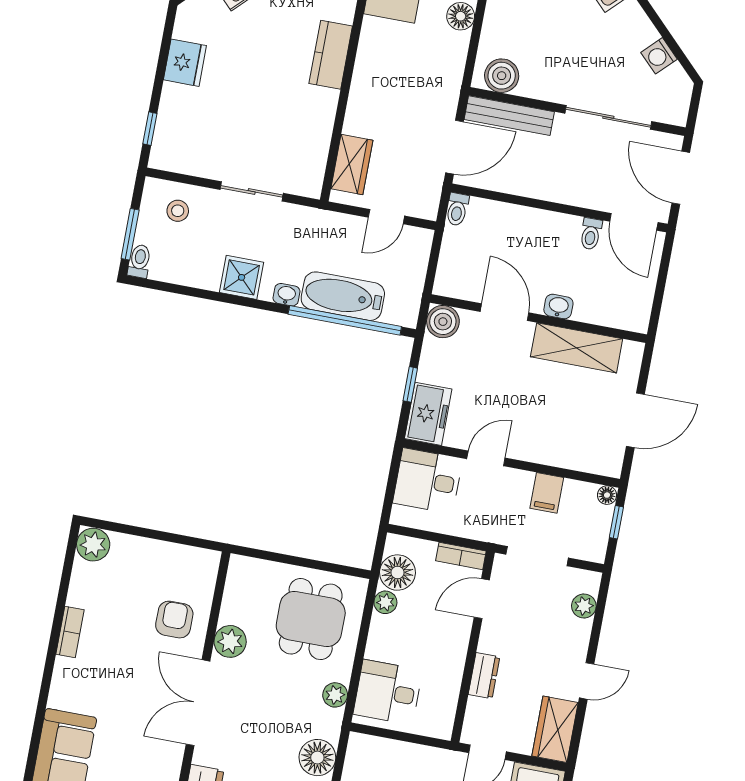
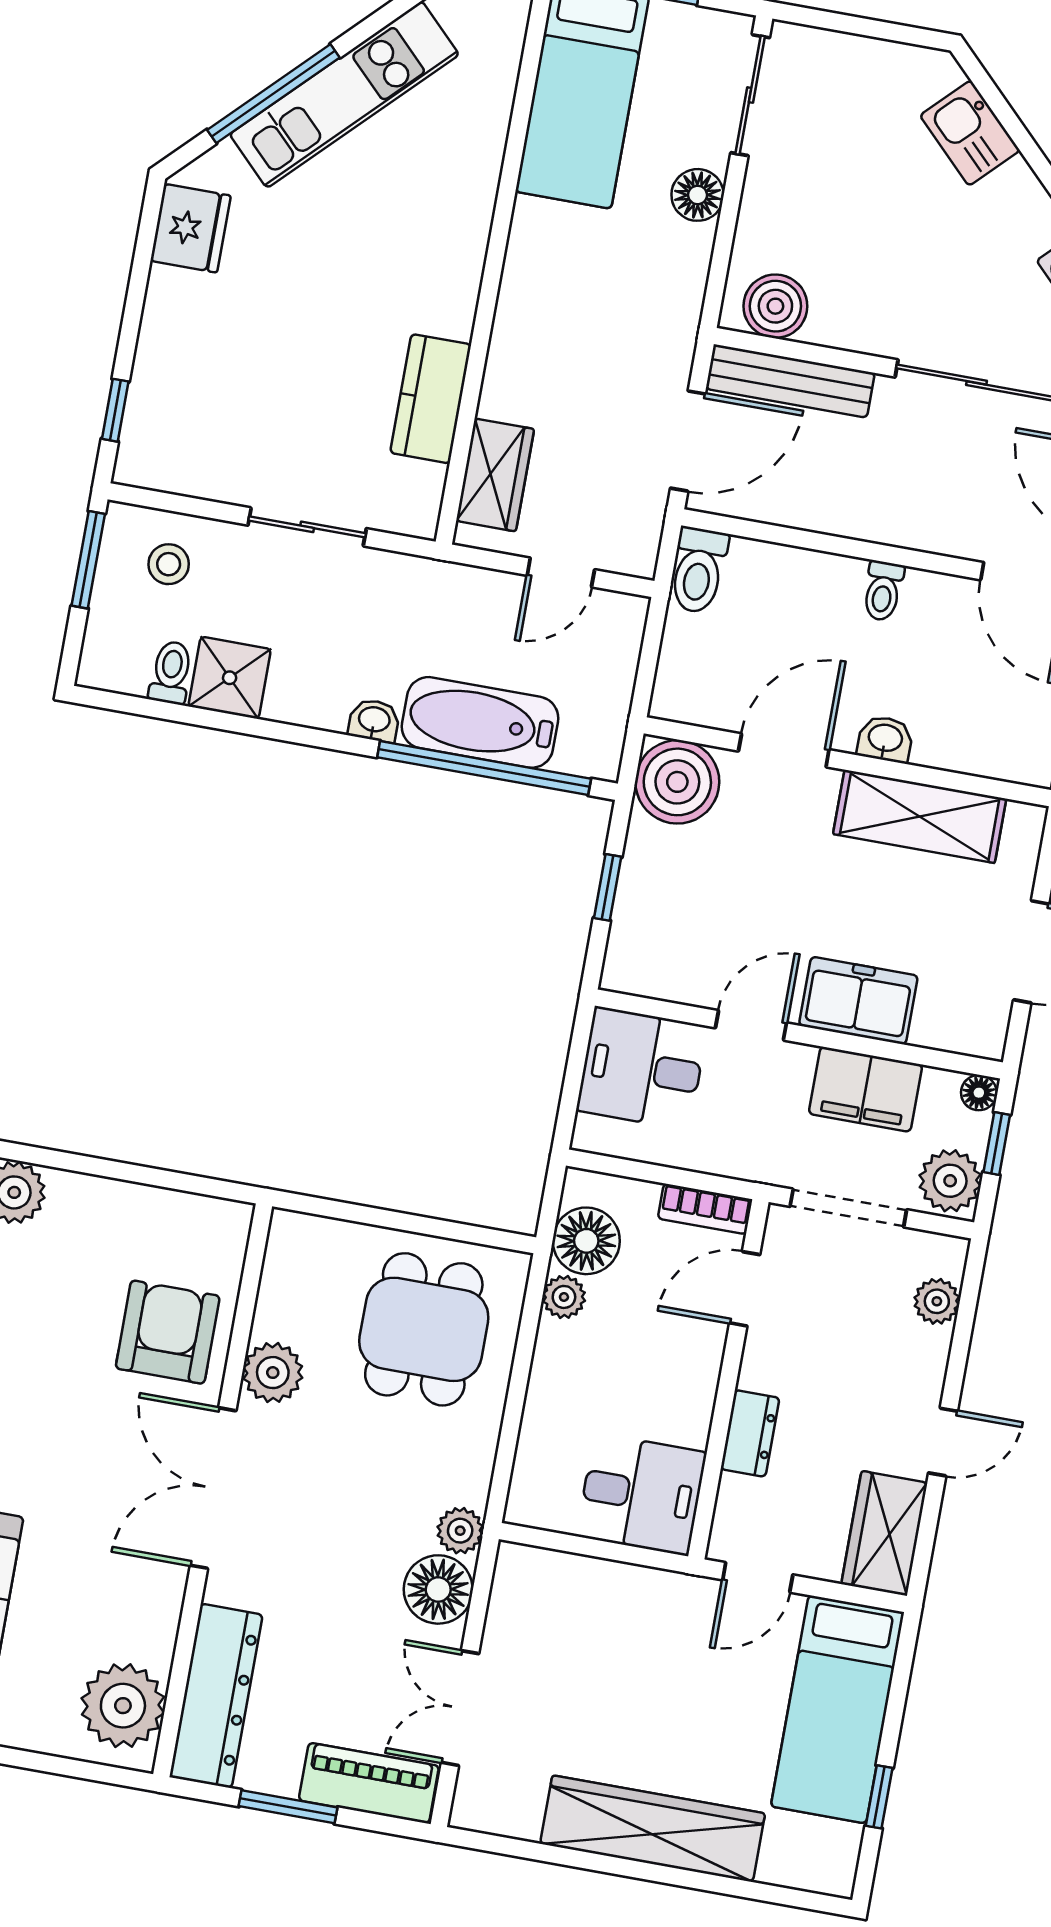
kitchen counter: (331, 55) -> (431, 399), moved
fridge: (185, 63) -> (191, 228), moved
toilet: (457, 209) -> (698, 570), width x1.37, depth x1.39
window: (130, 234) -> (88, 560), moved
toilet: (591, 234) -> (883, 591), moved
toilet: (140, 261) -> (171, 672), moved
shower: (242, 277) -> (230, 678), moved
door: (504, 312) -> (784, 750), hinge flipped
boiler: (443, 322) -> (677, 782), width x1.37, depth x1.37
freezer: (428, 414) -> (858, 1001), moved, turned -90
filing cabinet: (547, 493) -> (865, 1089), width x2.00
plant: (591, 542) -> (950, 1181), added
armchair: (174, 620) -> (168, 1332), width x1.38, depth x1.38
desk: (388, 692) -> (641, 1494), moved, turned 180
plant: (335, 695) -> (460, 1531), moved

